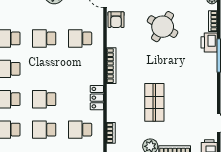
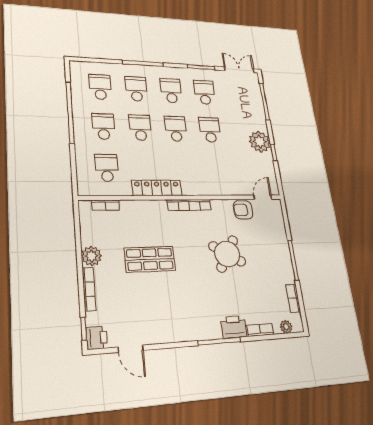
round table: (163, 27) -> (227, 254), moved
school desk: (80, 38) -> (176, 129), moved
locker: (97, 98) -> (157, 188), width x1.53

